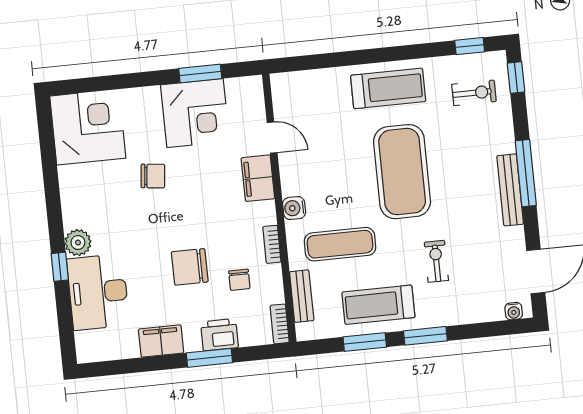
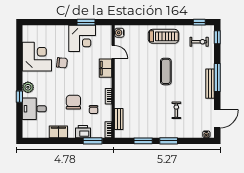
corner desk: (88, 127) -> (37, 57), moved
exercise mat: (402, 172) -> (166, 71), width x0.50, depth x0.69
water cooler: (294, 208) -> (119, 33), moved
exercise mat: (340, 244) -> (137, 99), removed
chair: (190, 267) -> (73, 102), turned 90
desk: (98, 292) -> (34, 109), width x0.73
treadmill: (378, 305) -> (150, 126), removed
window: (209, 358) -> (93, 141), moved

